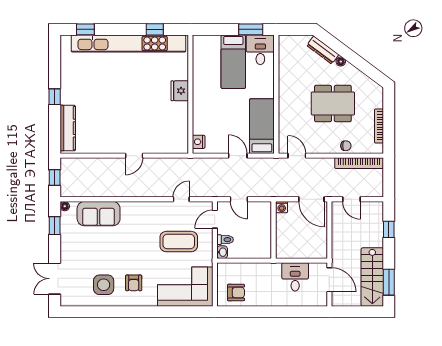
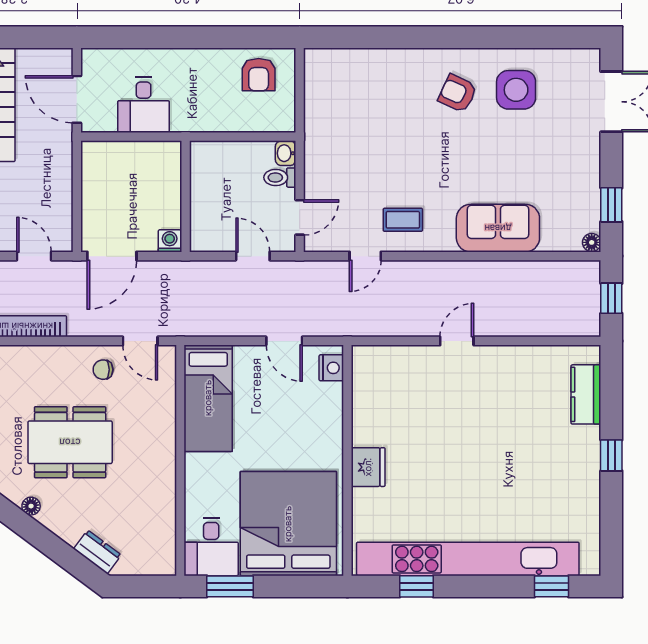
dresser: (323, 50) -> (97, 552), width x0.70
bed: (233, 62) -> (288, 524), width x2.04
floor lamp: (341, 62) -> (31, 506), moved
kitchen counter: (68, 128) -> (586, 394), width x0.67
chair: (346, 146) -> (103, 370), moved
door: (238, 156) -> (284, 341), moved
door: (311, 199) -> (112, 256), swing flipped
sofa: (99, 214) -> (498, 228), moved
coffee table: (179, 242) -> (403, 220), moved, width x0.54, depth x0.58
armchair: (134, 283) -> (458, 93), turned -65
corner sofa: (185, 287) -> (357, 86), removed
armchair: (236, 293) -> (259, 75), turned -90

